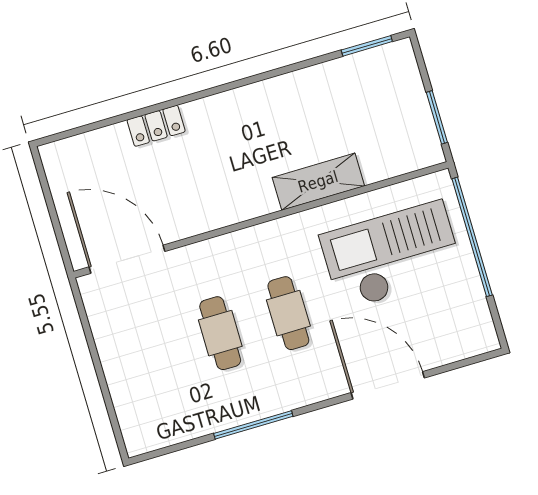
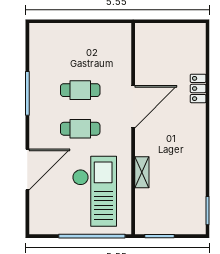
shelving: (318, 182) -> (142, 172), width x0.67, depth x0.75
door: (127, 259) -> (133, 107), moved

